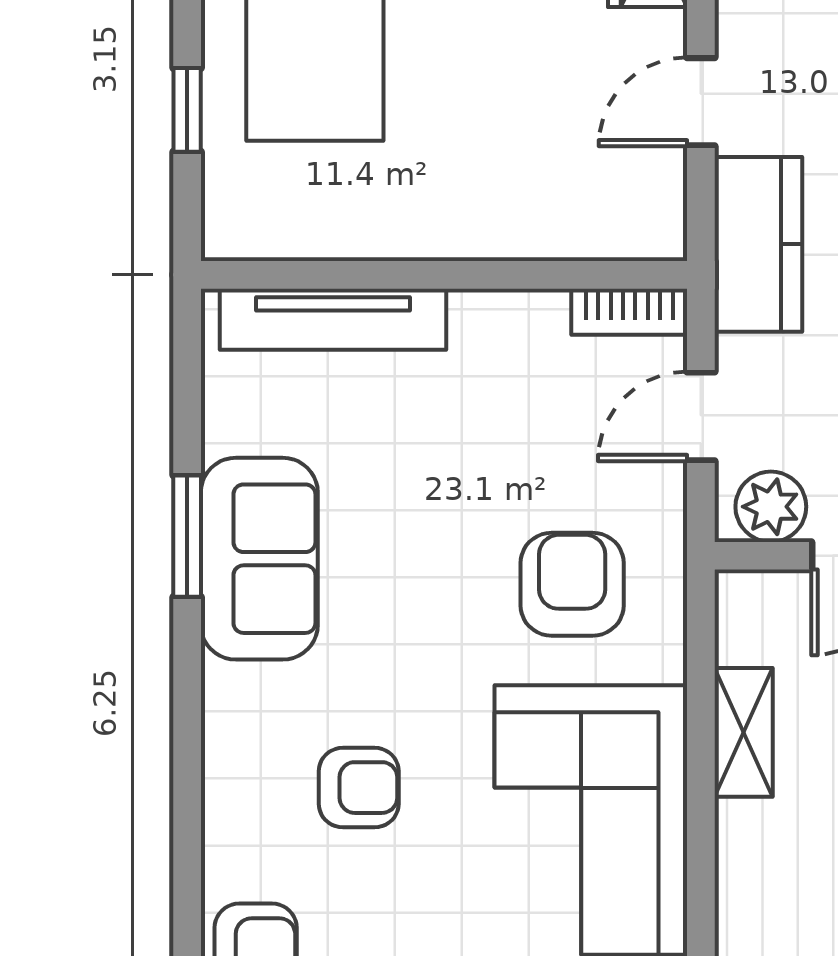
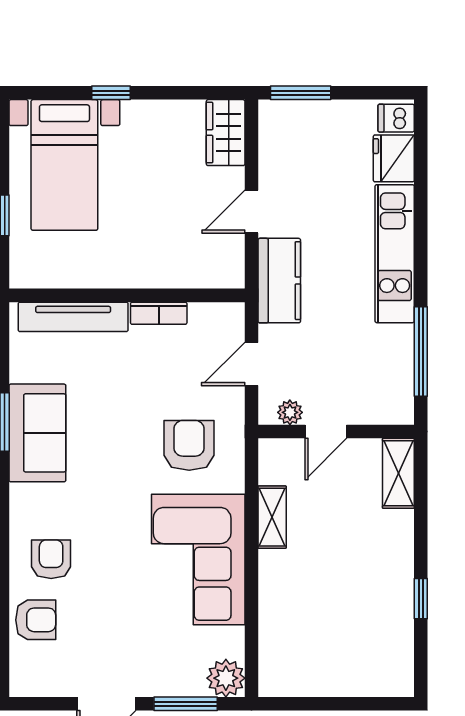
bookcase: (629, 312) -> (159, 313), moved
plant: (771, 507) -> (290, 412), width x0.73, depth x0.73
armchair: (359, 788) -> (51, 559), moved, turned -90

